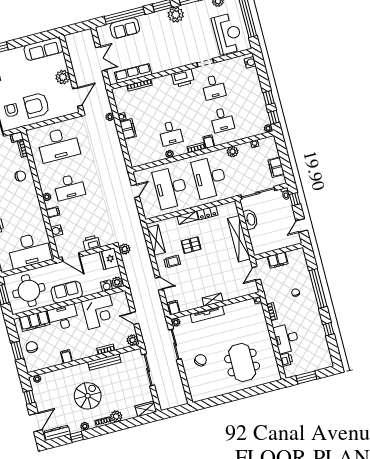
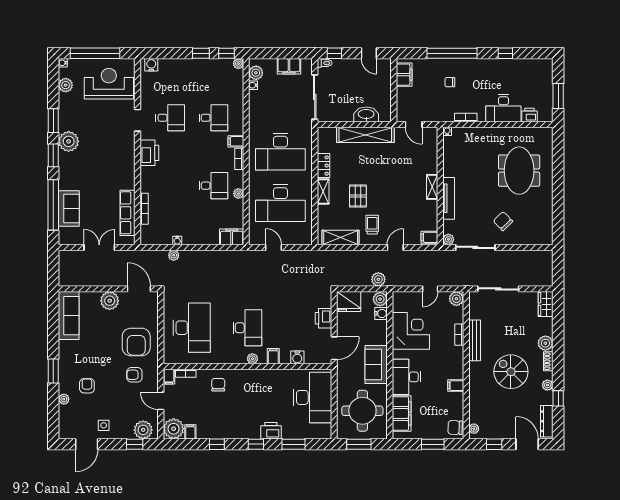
filing cabinet: (128, 129) -> (232, 237), moved
plant: (233, 152) -> (256, 73), moved
washbasin: (251, 219) -> (366, 114), moved
plant: (125, 249) -> (378, 279), moved
filing cabinet: (278, 260) -> (404, 75), moved
chair: (32, 347) -> (455, 428), moved
meeting table: (242, 362) -> (519, 171), turned 90

